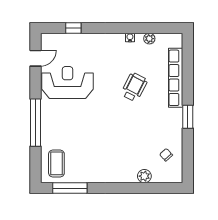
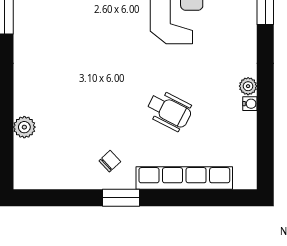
plant: (149, 39) -> (248, 86), moved
chair: (166, 155) -> (110, 161), moved

